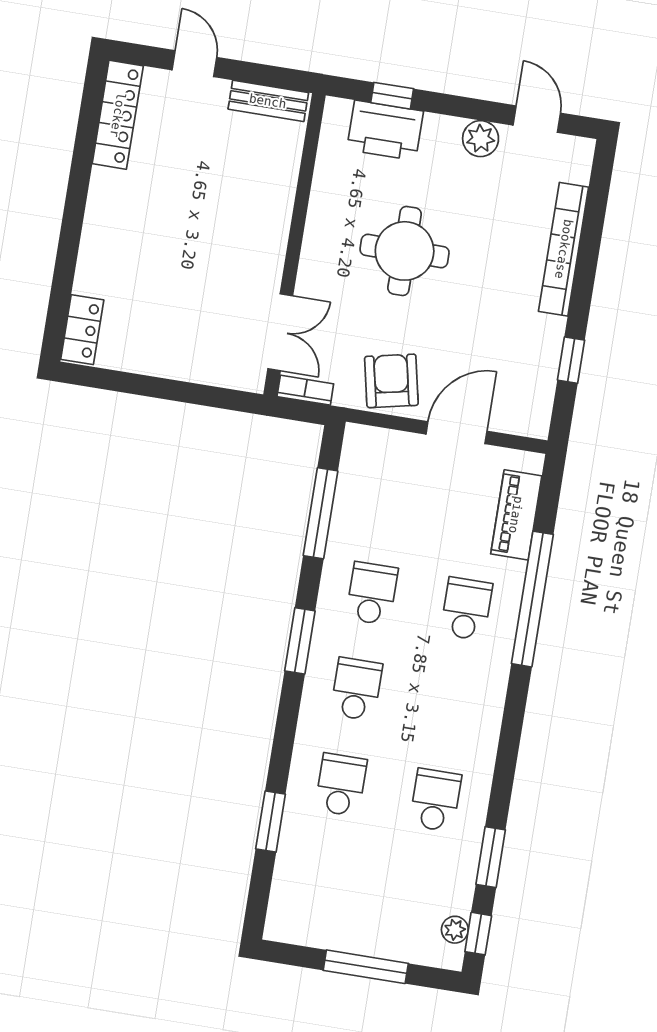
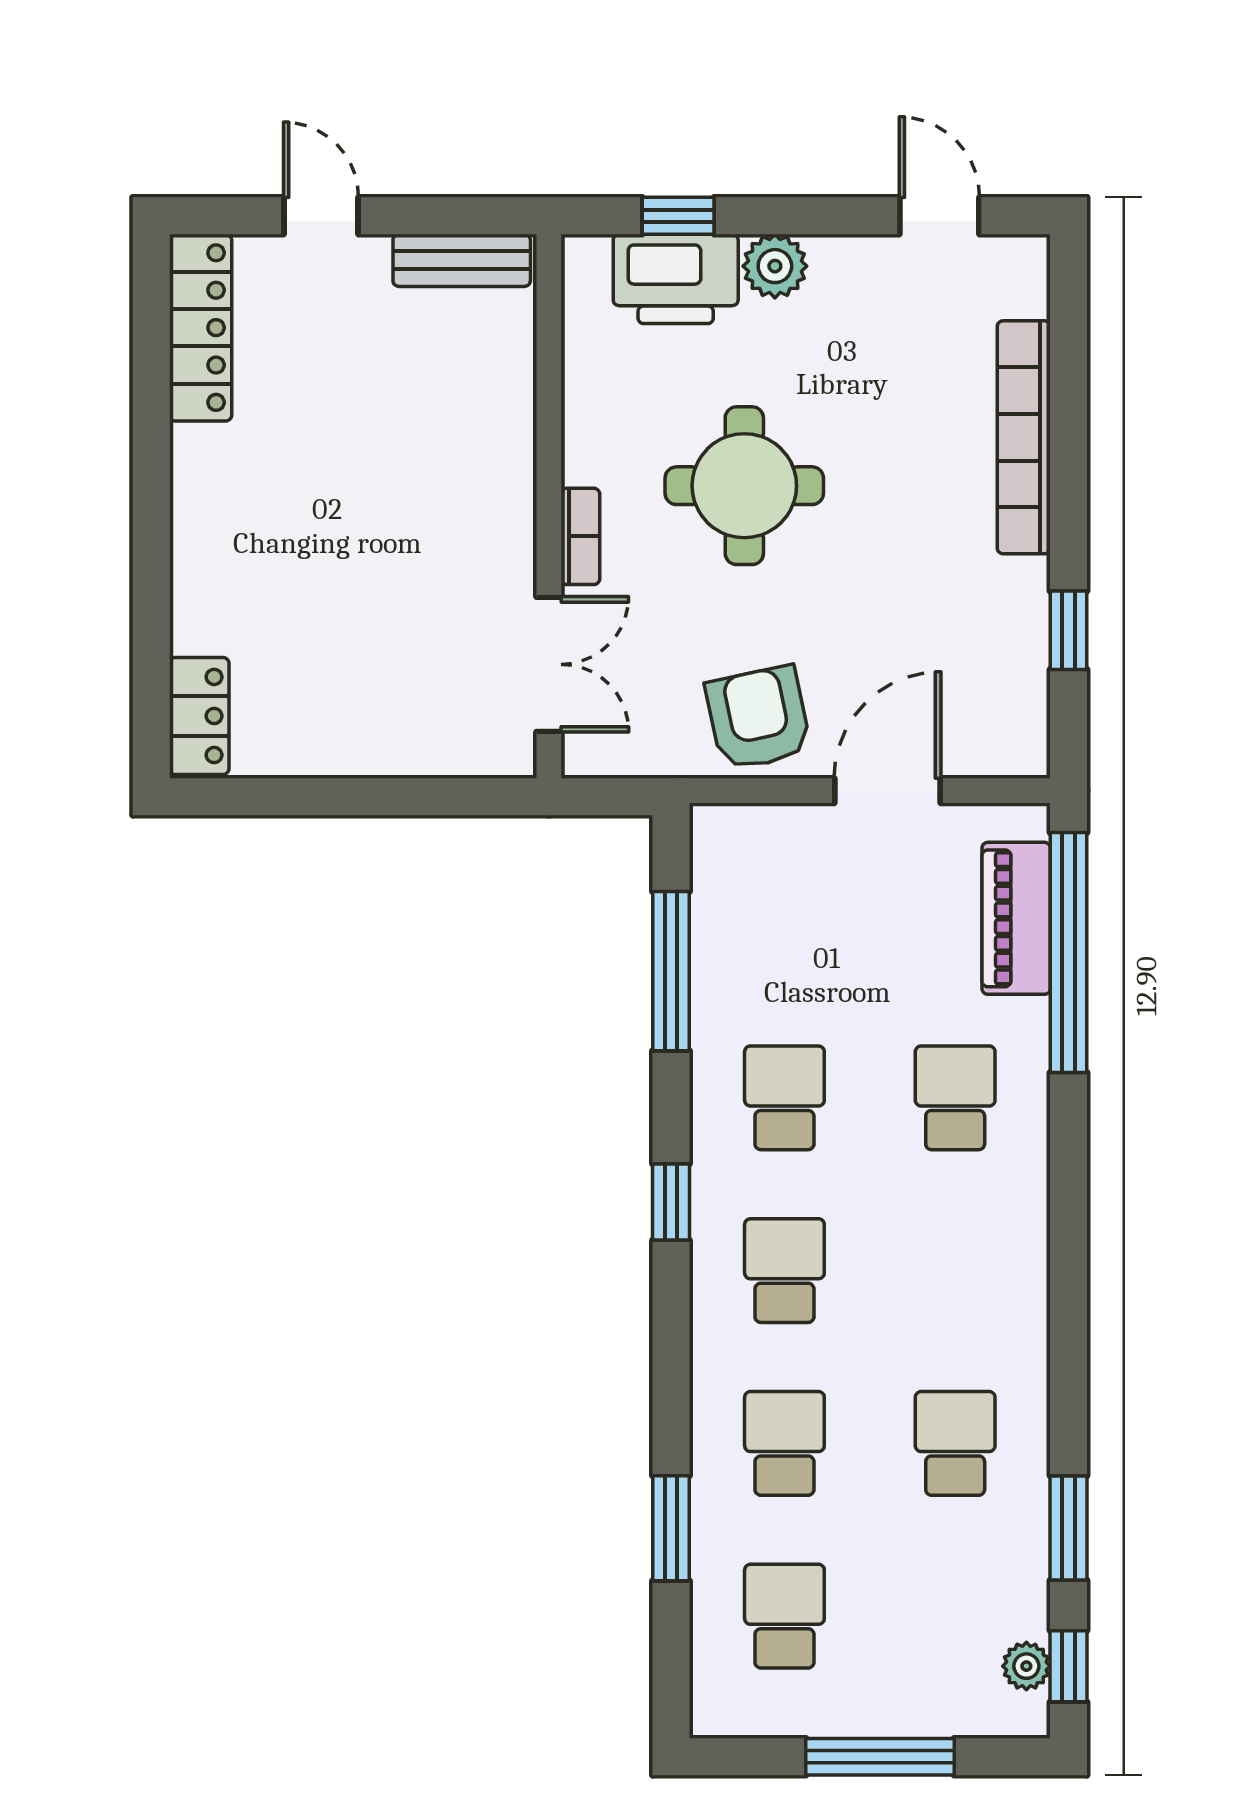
plant: (481, 139) -> (775, 266), moved
bookcase: (305, 390) -> (580, 536), moved, turned 90
window: (532, 599) -> (1069, 953), moved
window: (300, 641) -> (671, 1202), width x0.67
school desk: (325, 880) -> (784, 1616), added

